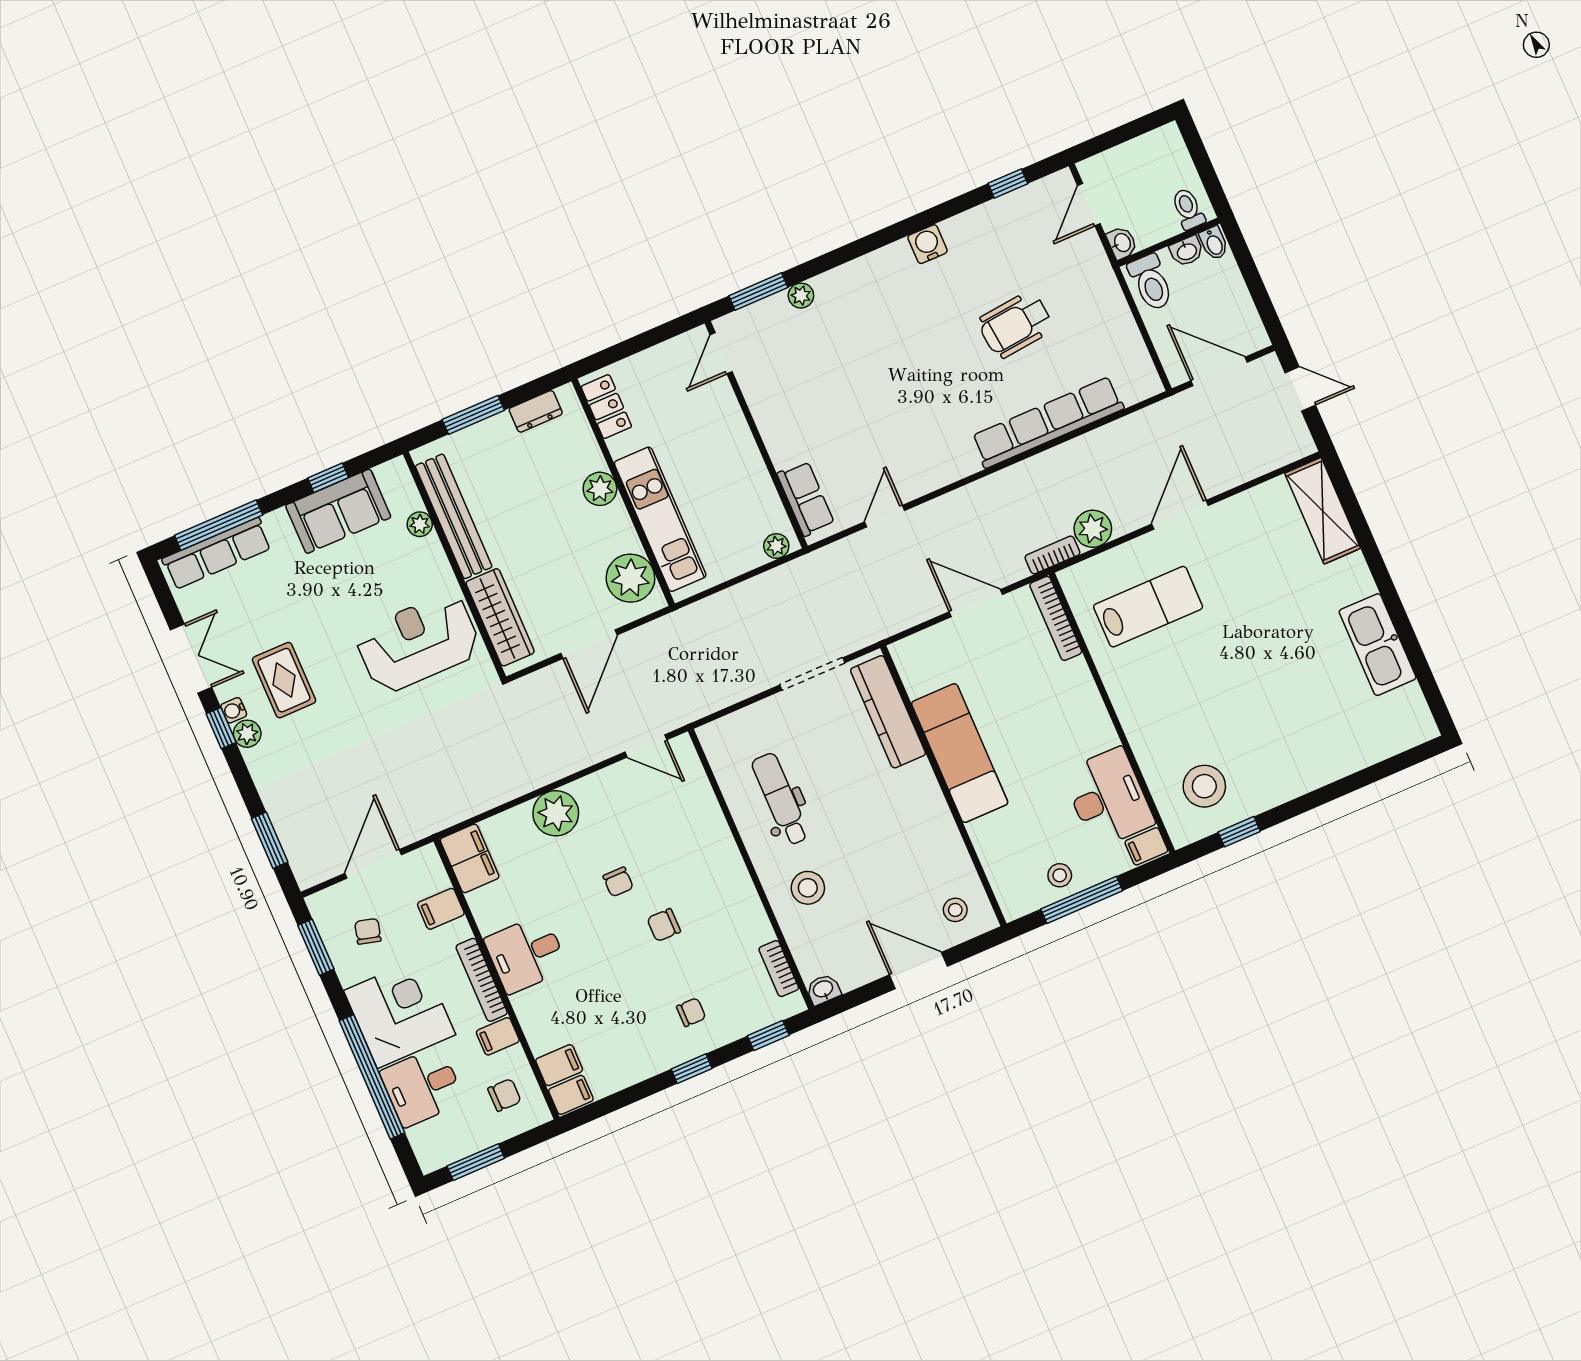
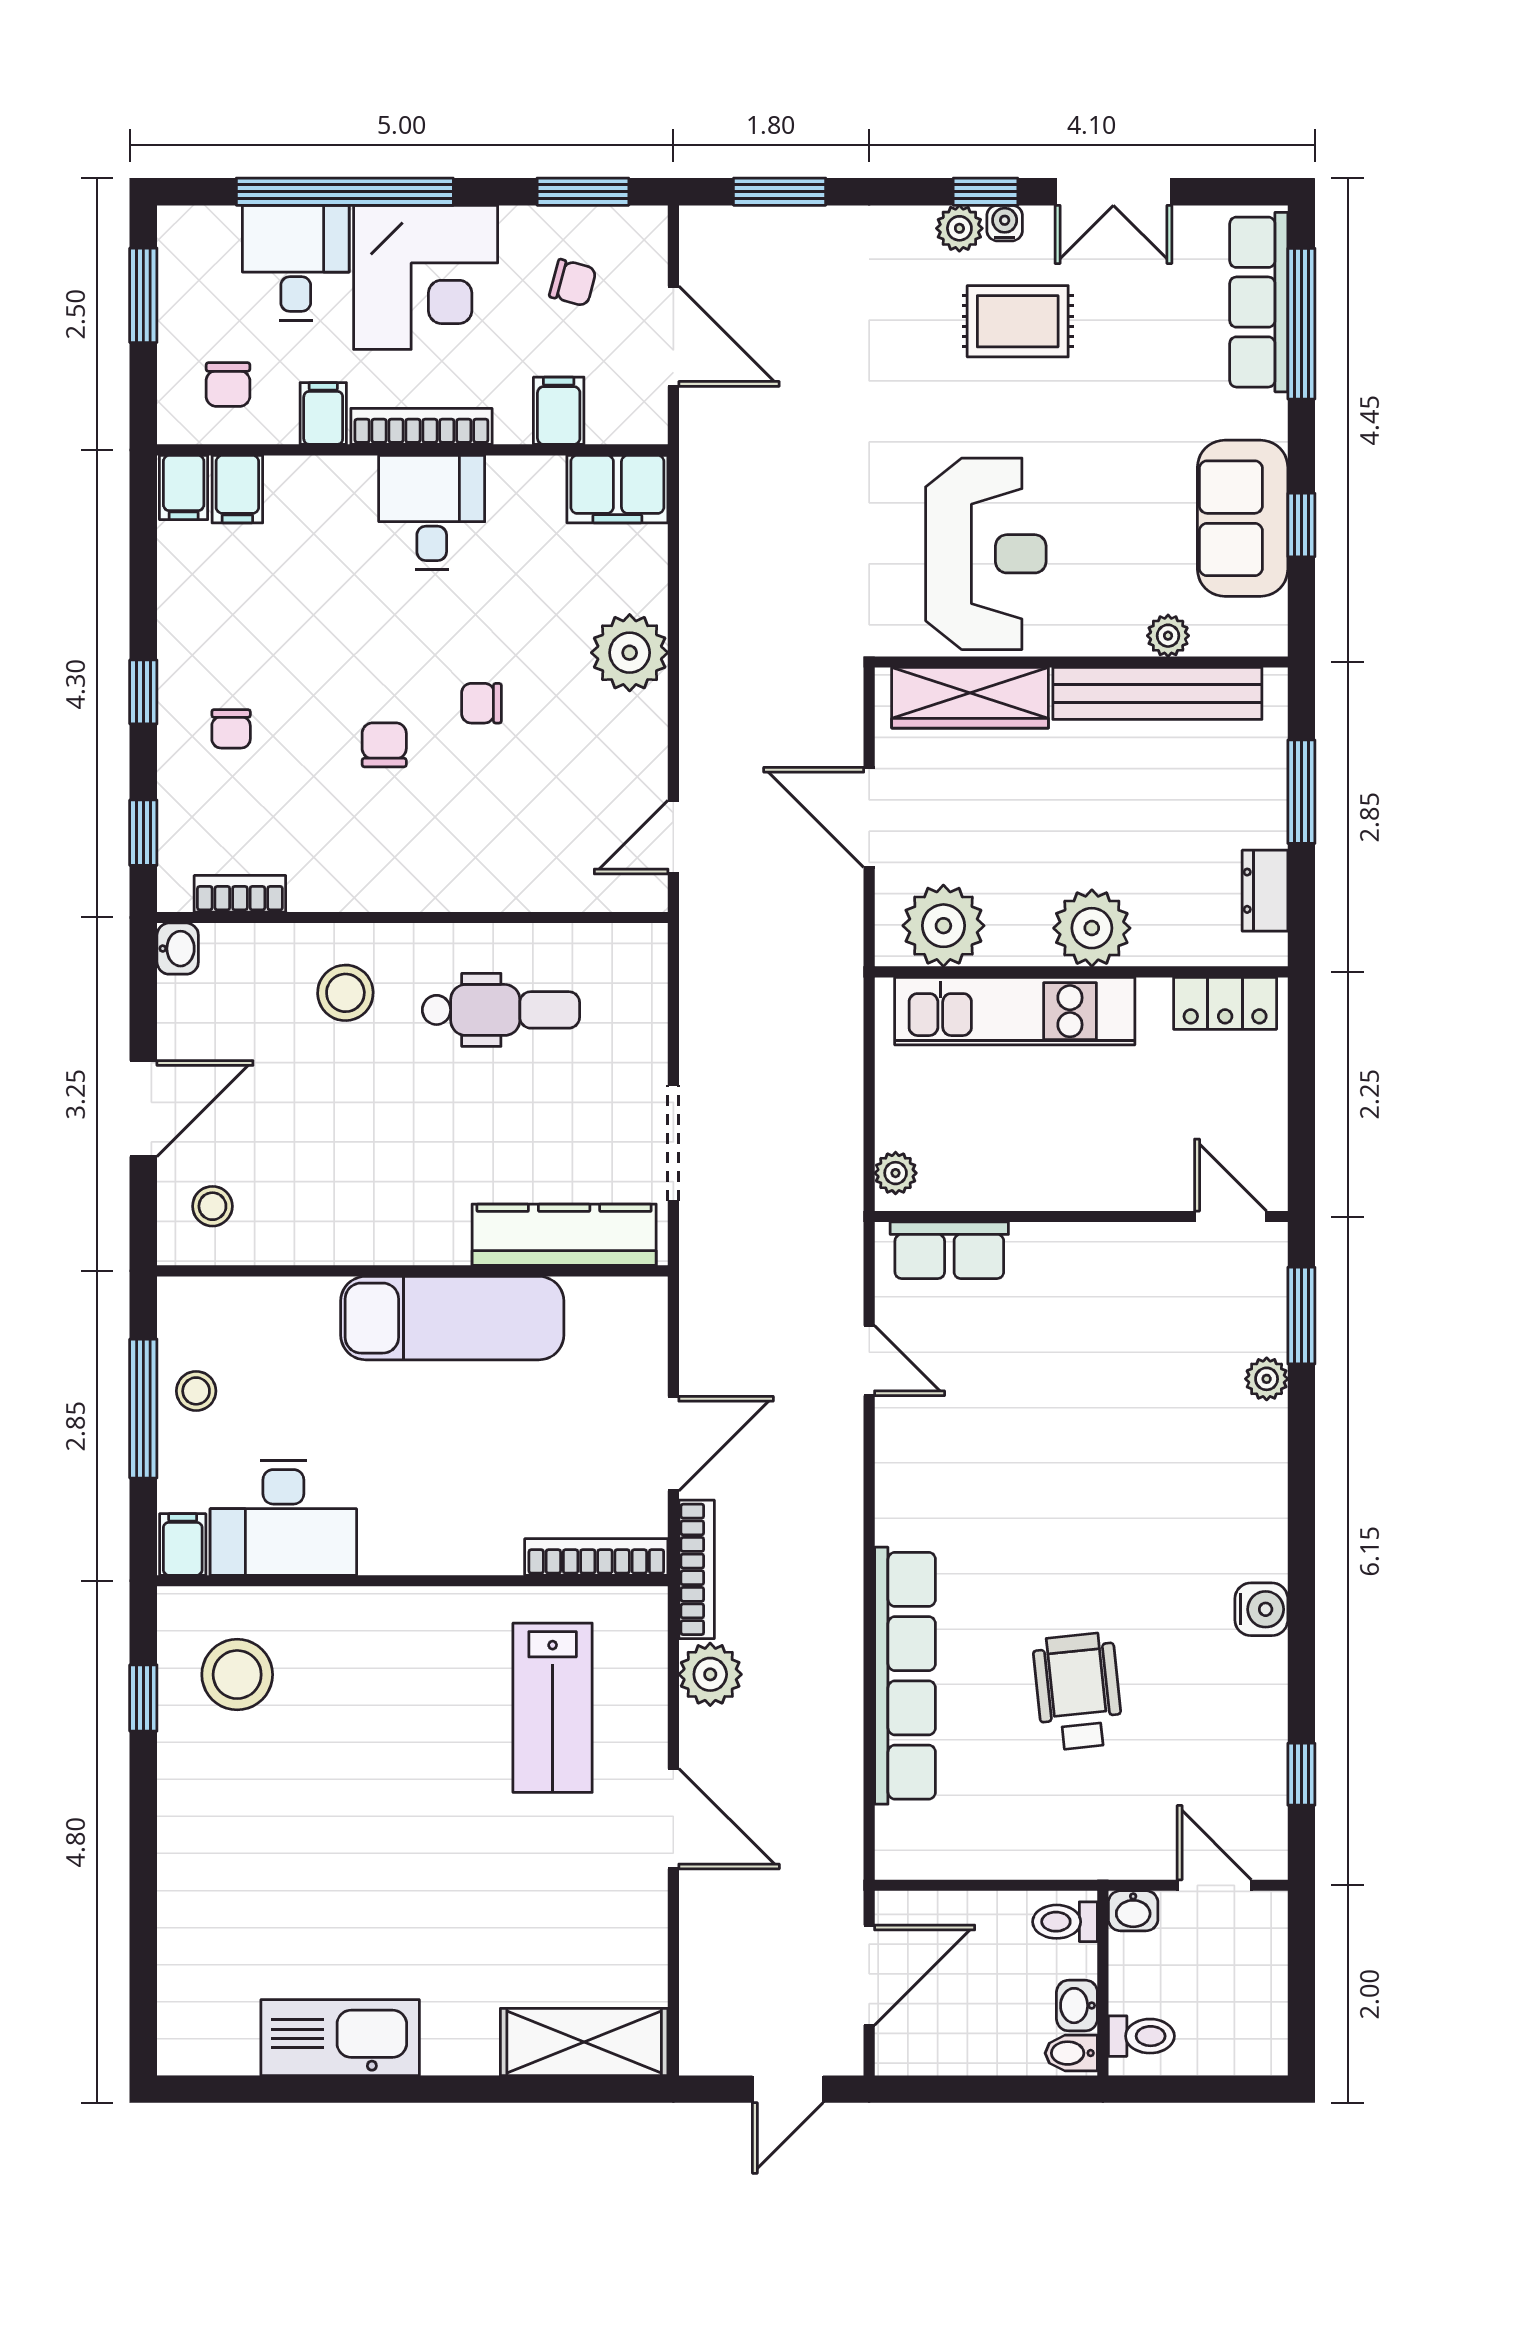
toilet: (1151, 282) -> (1065, 1922), width x0.73, depth x0.72
plant: (600, 489) -> (1092, 928), width x1.36, depth x1.36
bookcase: (1052, 555) -> (697, 1569), width x1.56

